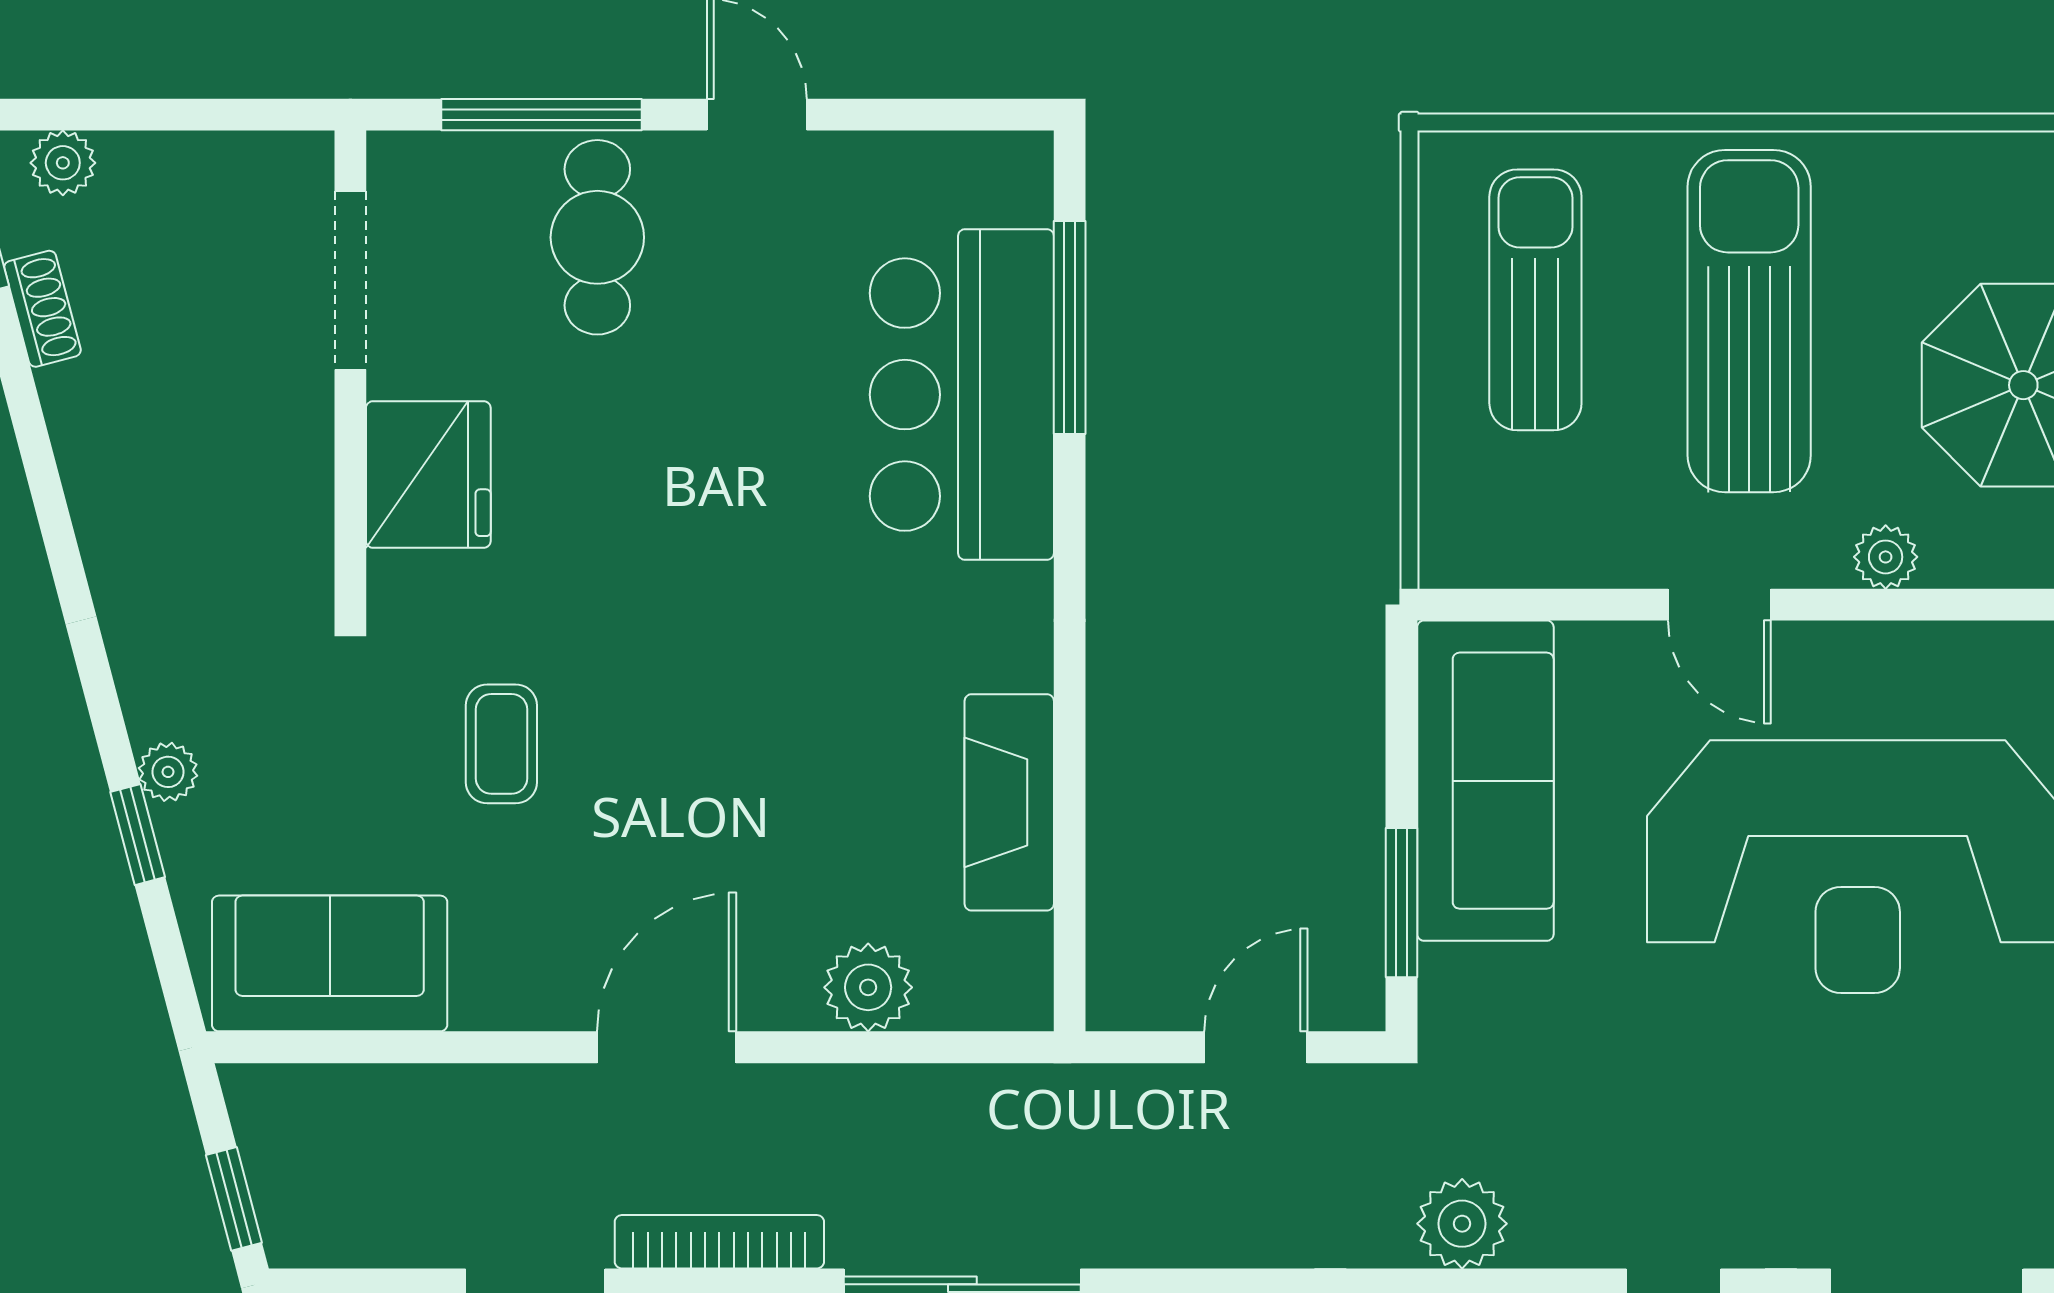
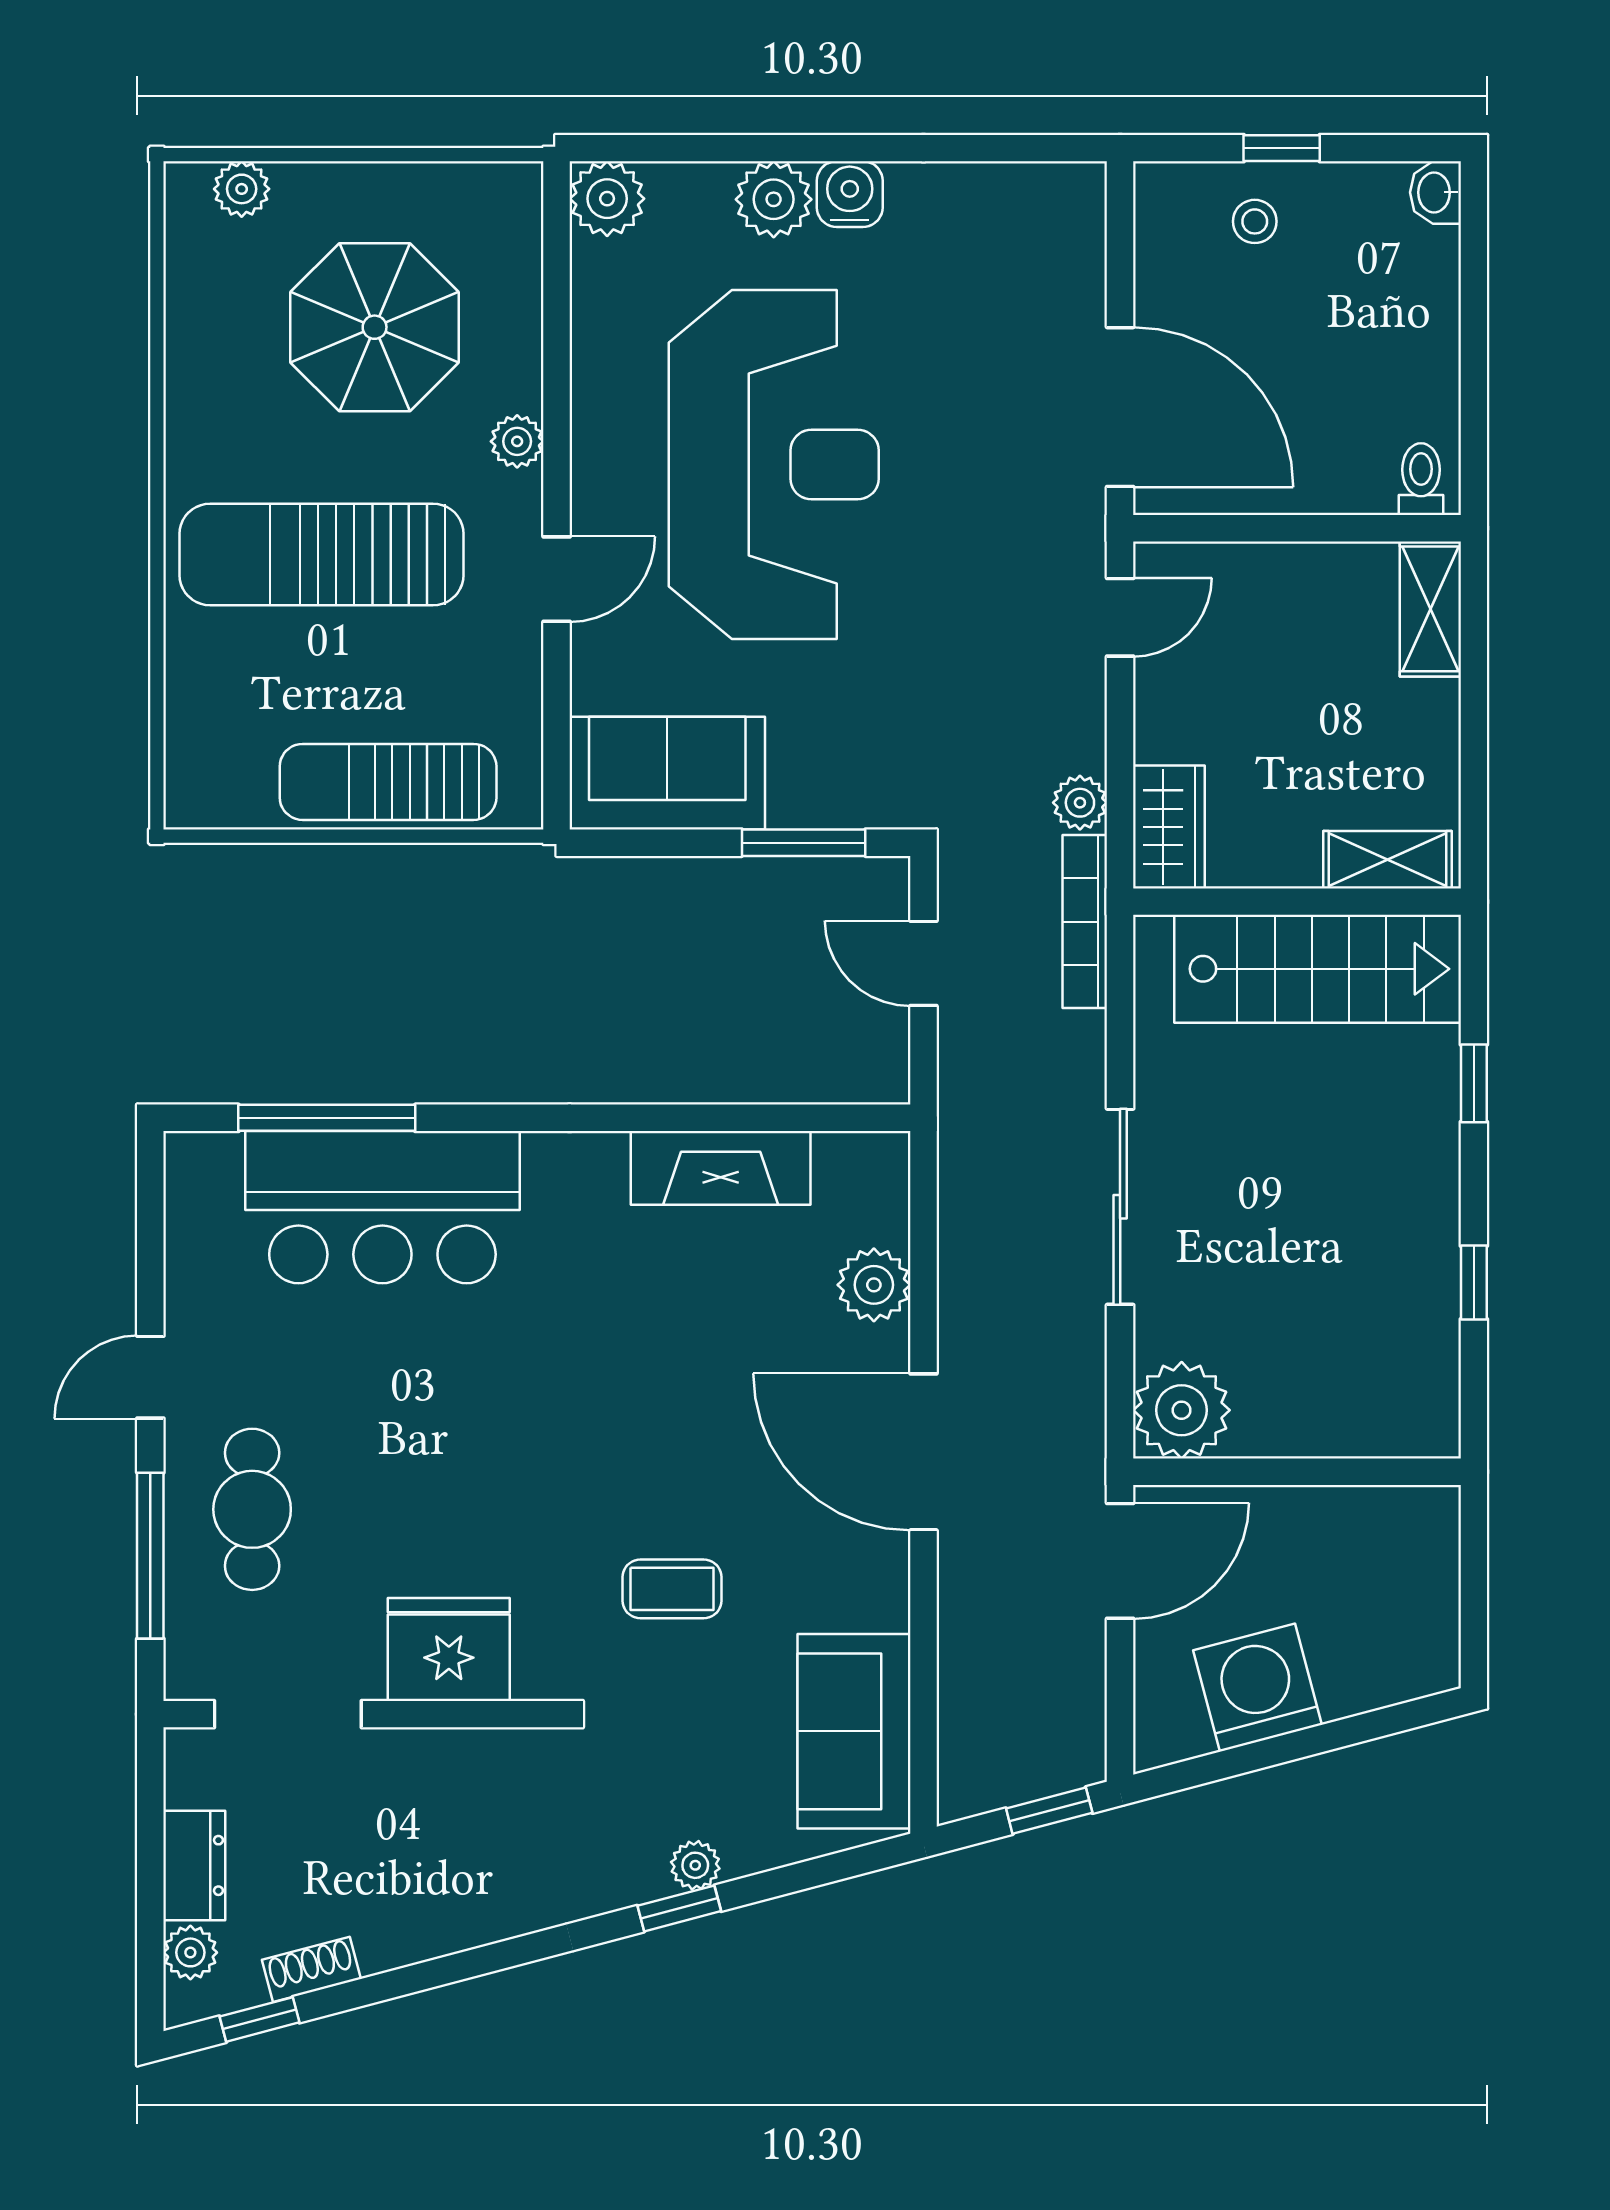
dresser: (168, 168) -> (194, 1865), added
cafe table: (597, 237) -> (252, 1509), turned 90
sun lounger: (1535, 300) -> (388, 782), moved
sofa: (1485, 781) -> (667, 773), width x0.73
window: (138, 835) -> (679, 1908), moved
door: (667, 1047) -> (924, 1452), width x1.36
plant: (1462, 1224) -> (1080, 803), width x0.73, depth x0.73
bookcase: (719, 1242) -> (1085, 922), moved

